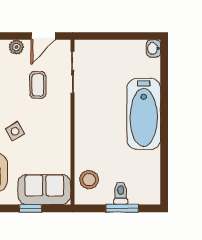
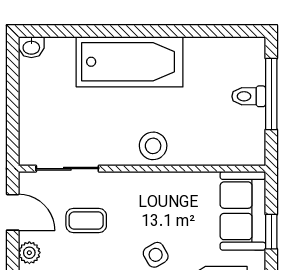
stool: (89, 180) -> (153, 146), moved
window: (122, 208) -> (271, 94), width x1.44

